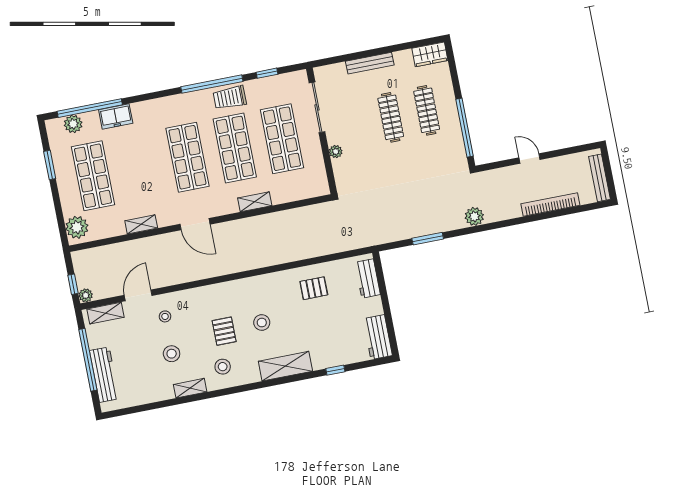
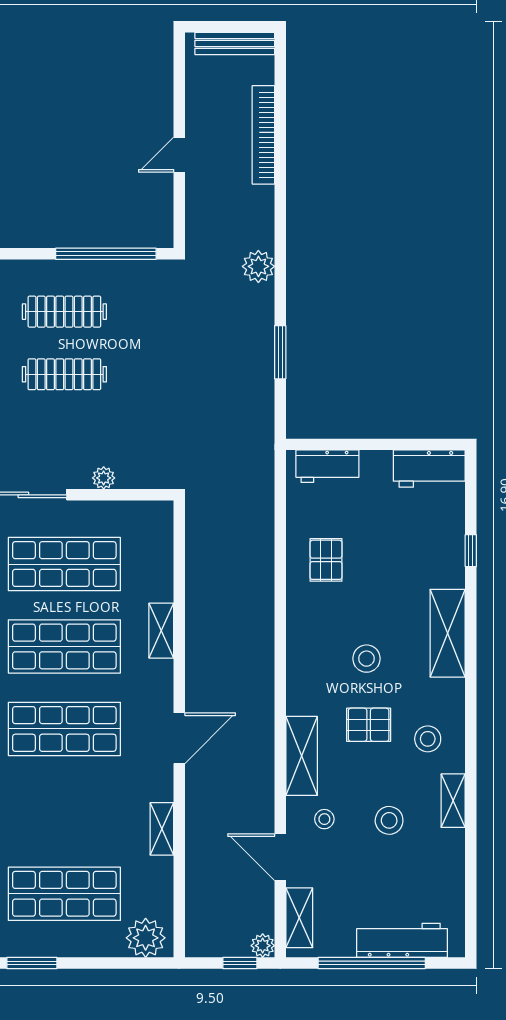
shelving: (199, 296) -> (302, 756), added

